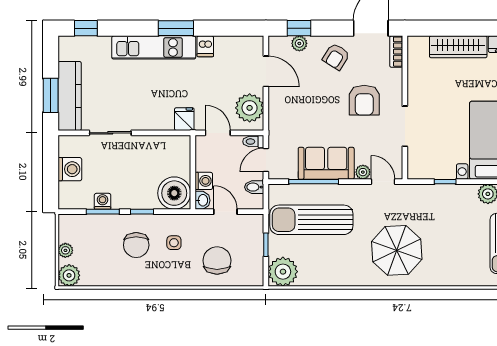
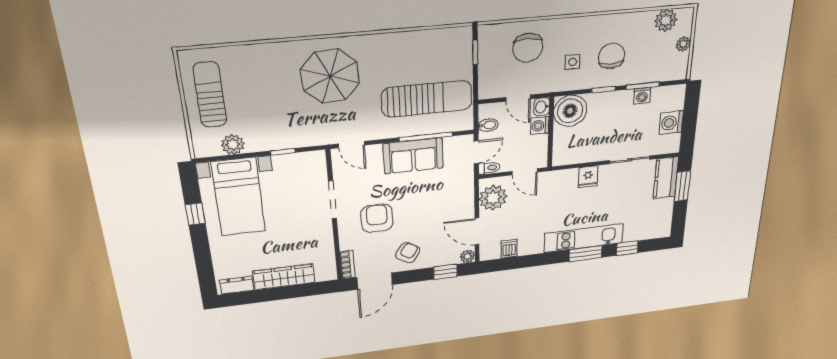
window: (86, 28) -> (627, 248), moved
window: (176, 28) -> (586, 254), moved
plant: (299, 43) -> (467, 256), moved
dishwasher: (205, 46) -> (509, 249), moved
kitchen counter: (70, 96) -> (666, 178), width x0.67
fridge: (184, 119) -> (588, 177), moved
plant: (363, 172) -> (374, 152), removed
window: (266, 245) -> (475, 52), moved
plant: (283, 272) -> (456, 42), removed
plant: (69, 275) -> (666, 20), moved

